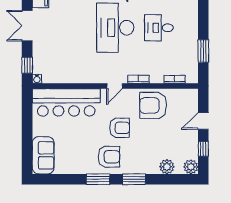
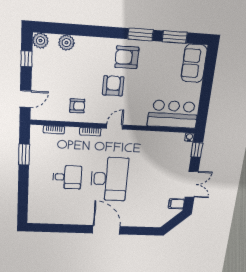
bar counter: (66, 102) -> (173, 114), width x0.73
armchair: (153, 105) -> (77, 106), width x0.53, depth x0.53
door: (203, 121) -> (25, 99), moved
armchair: (120, 128) -> (113, 86), turned 90
window: (134, 179) -> (175, 37), moved

